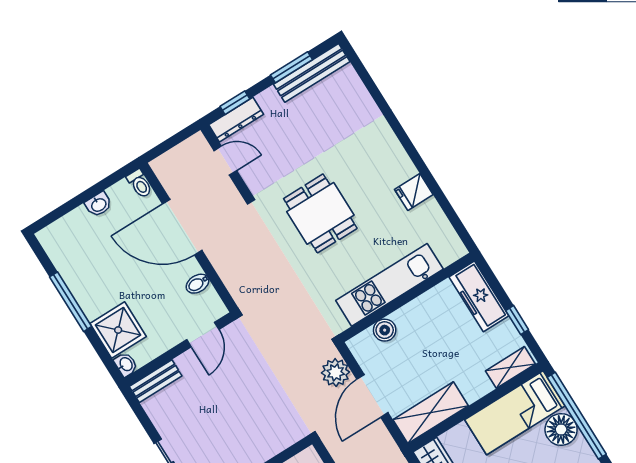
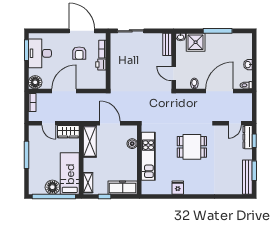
plant: (336, 372) -> (128, 115), removed

